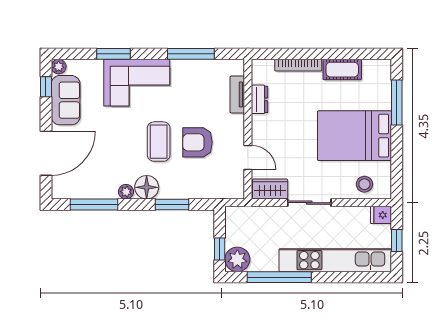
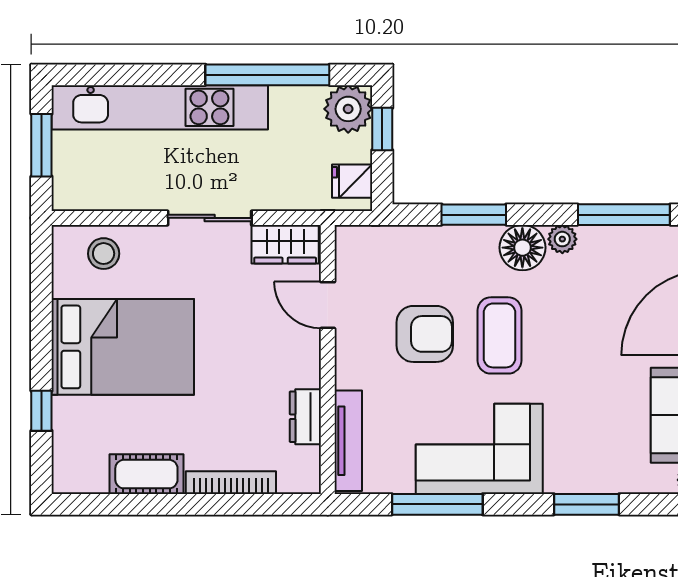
corner sofa: (137, 83) -> (479, 449), moved
tv unit: (237, 95) -> (348, 441), width x1.41
window: (397, 102) -> (41, 411), width x0.46
fridge: (381, 215) -> (352, 181), moved, turned 180
window: (397, 241) -> (41, 145), width x1.50

